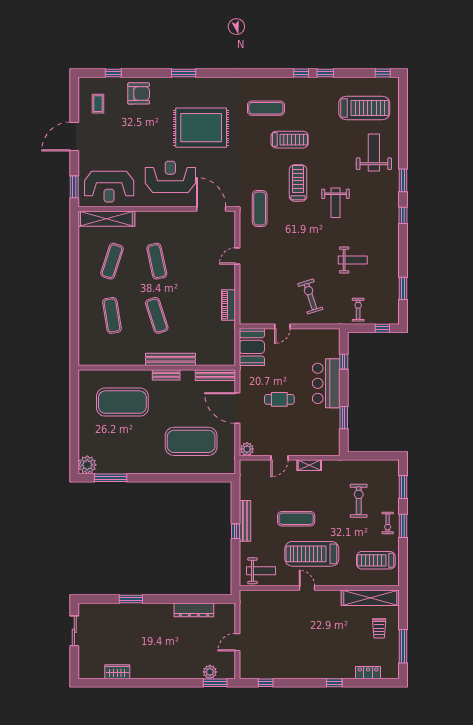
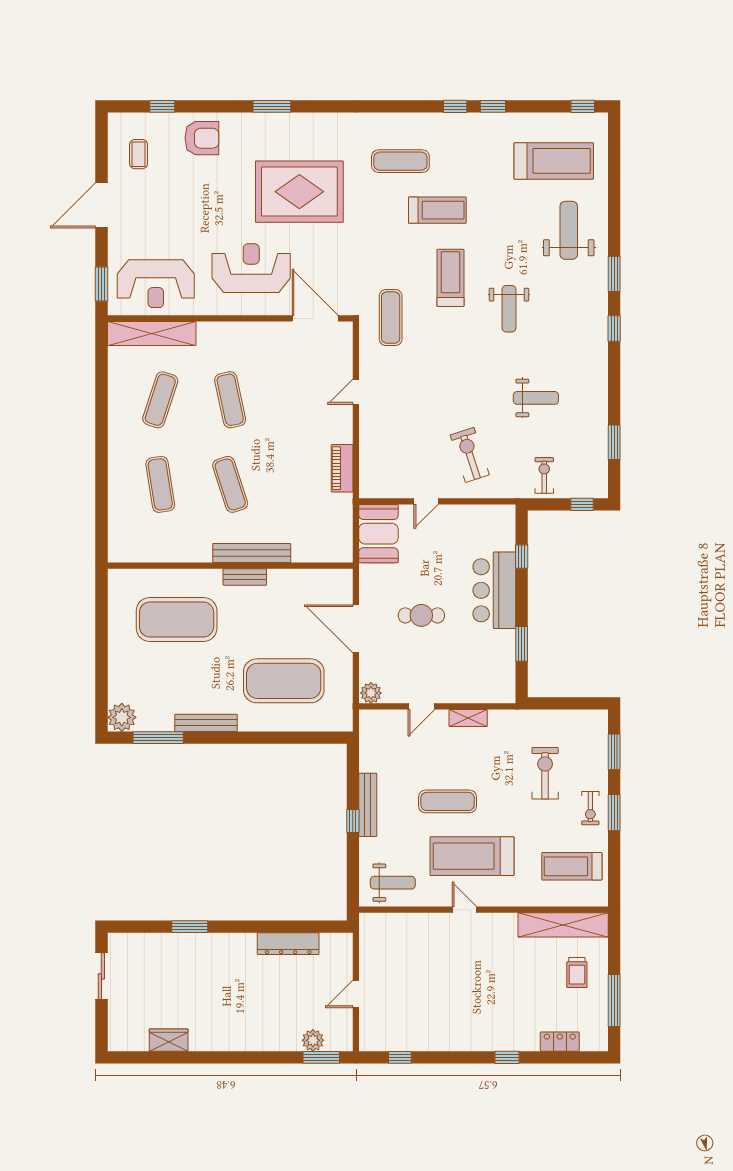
bench: (215, 375) -> (206, 723), moved

